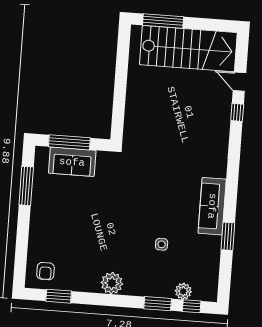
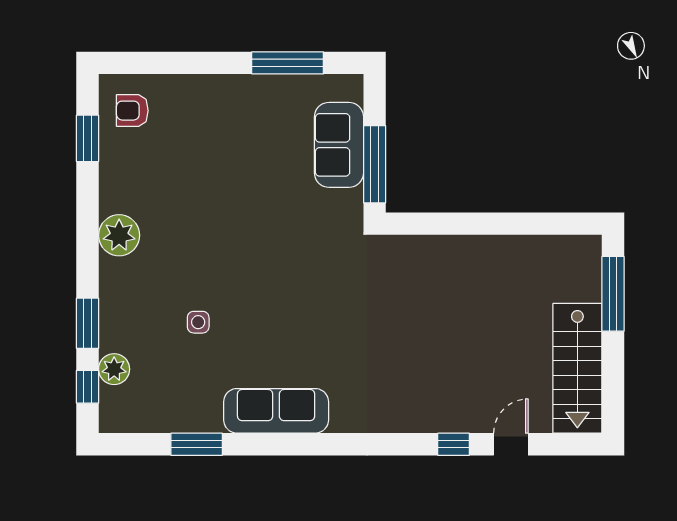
stairs: (188, 49) -> (577, 368), width x0.73, depth x0.66
window: (69, 142) -> (375, 164), moved
window: (228, 236) -> (197, 444), moved

